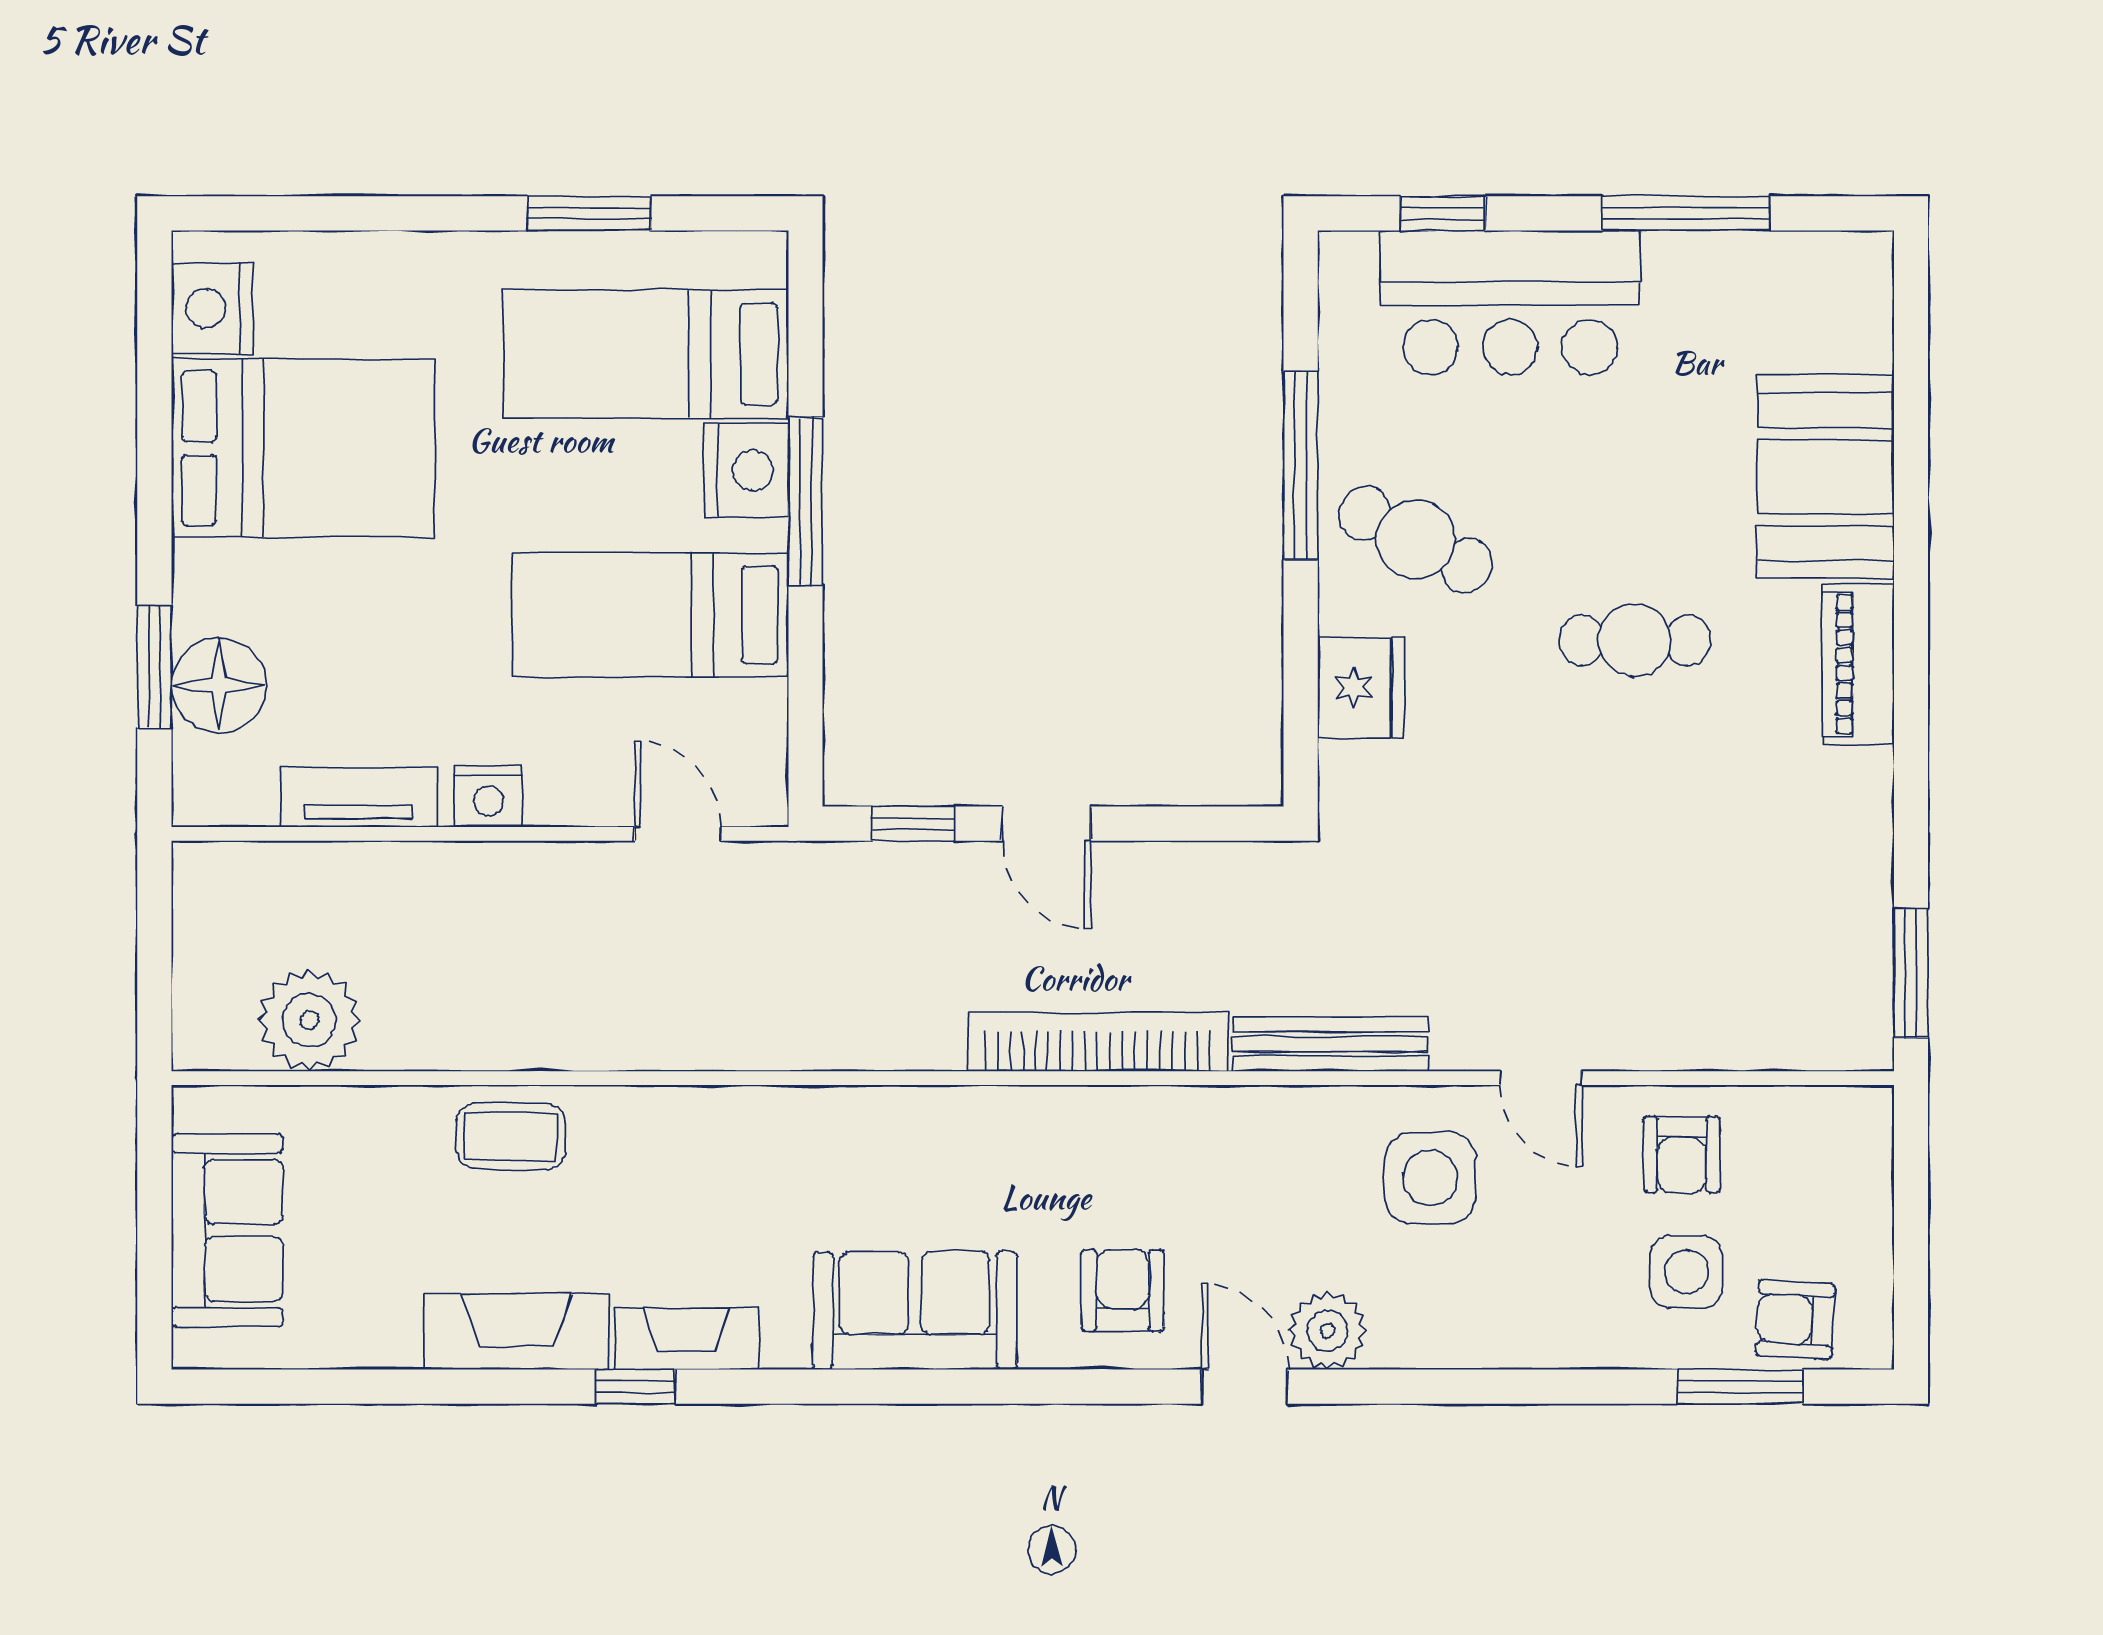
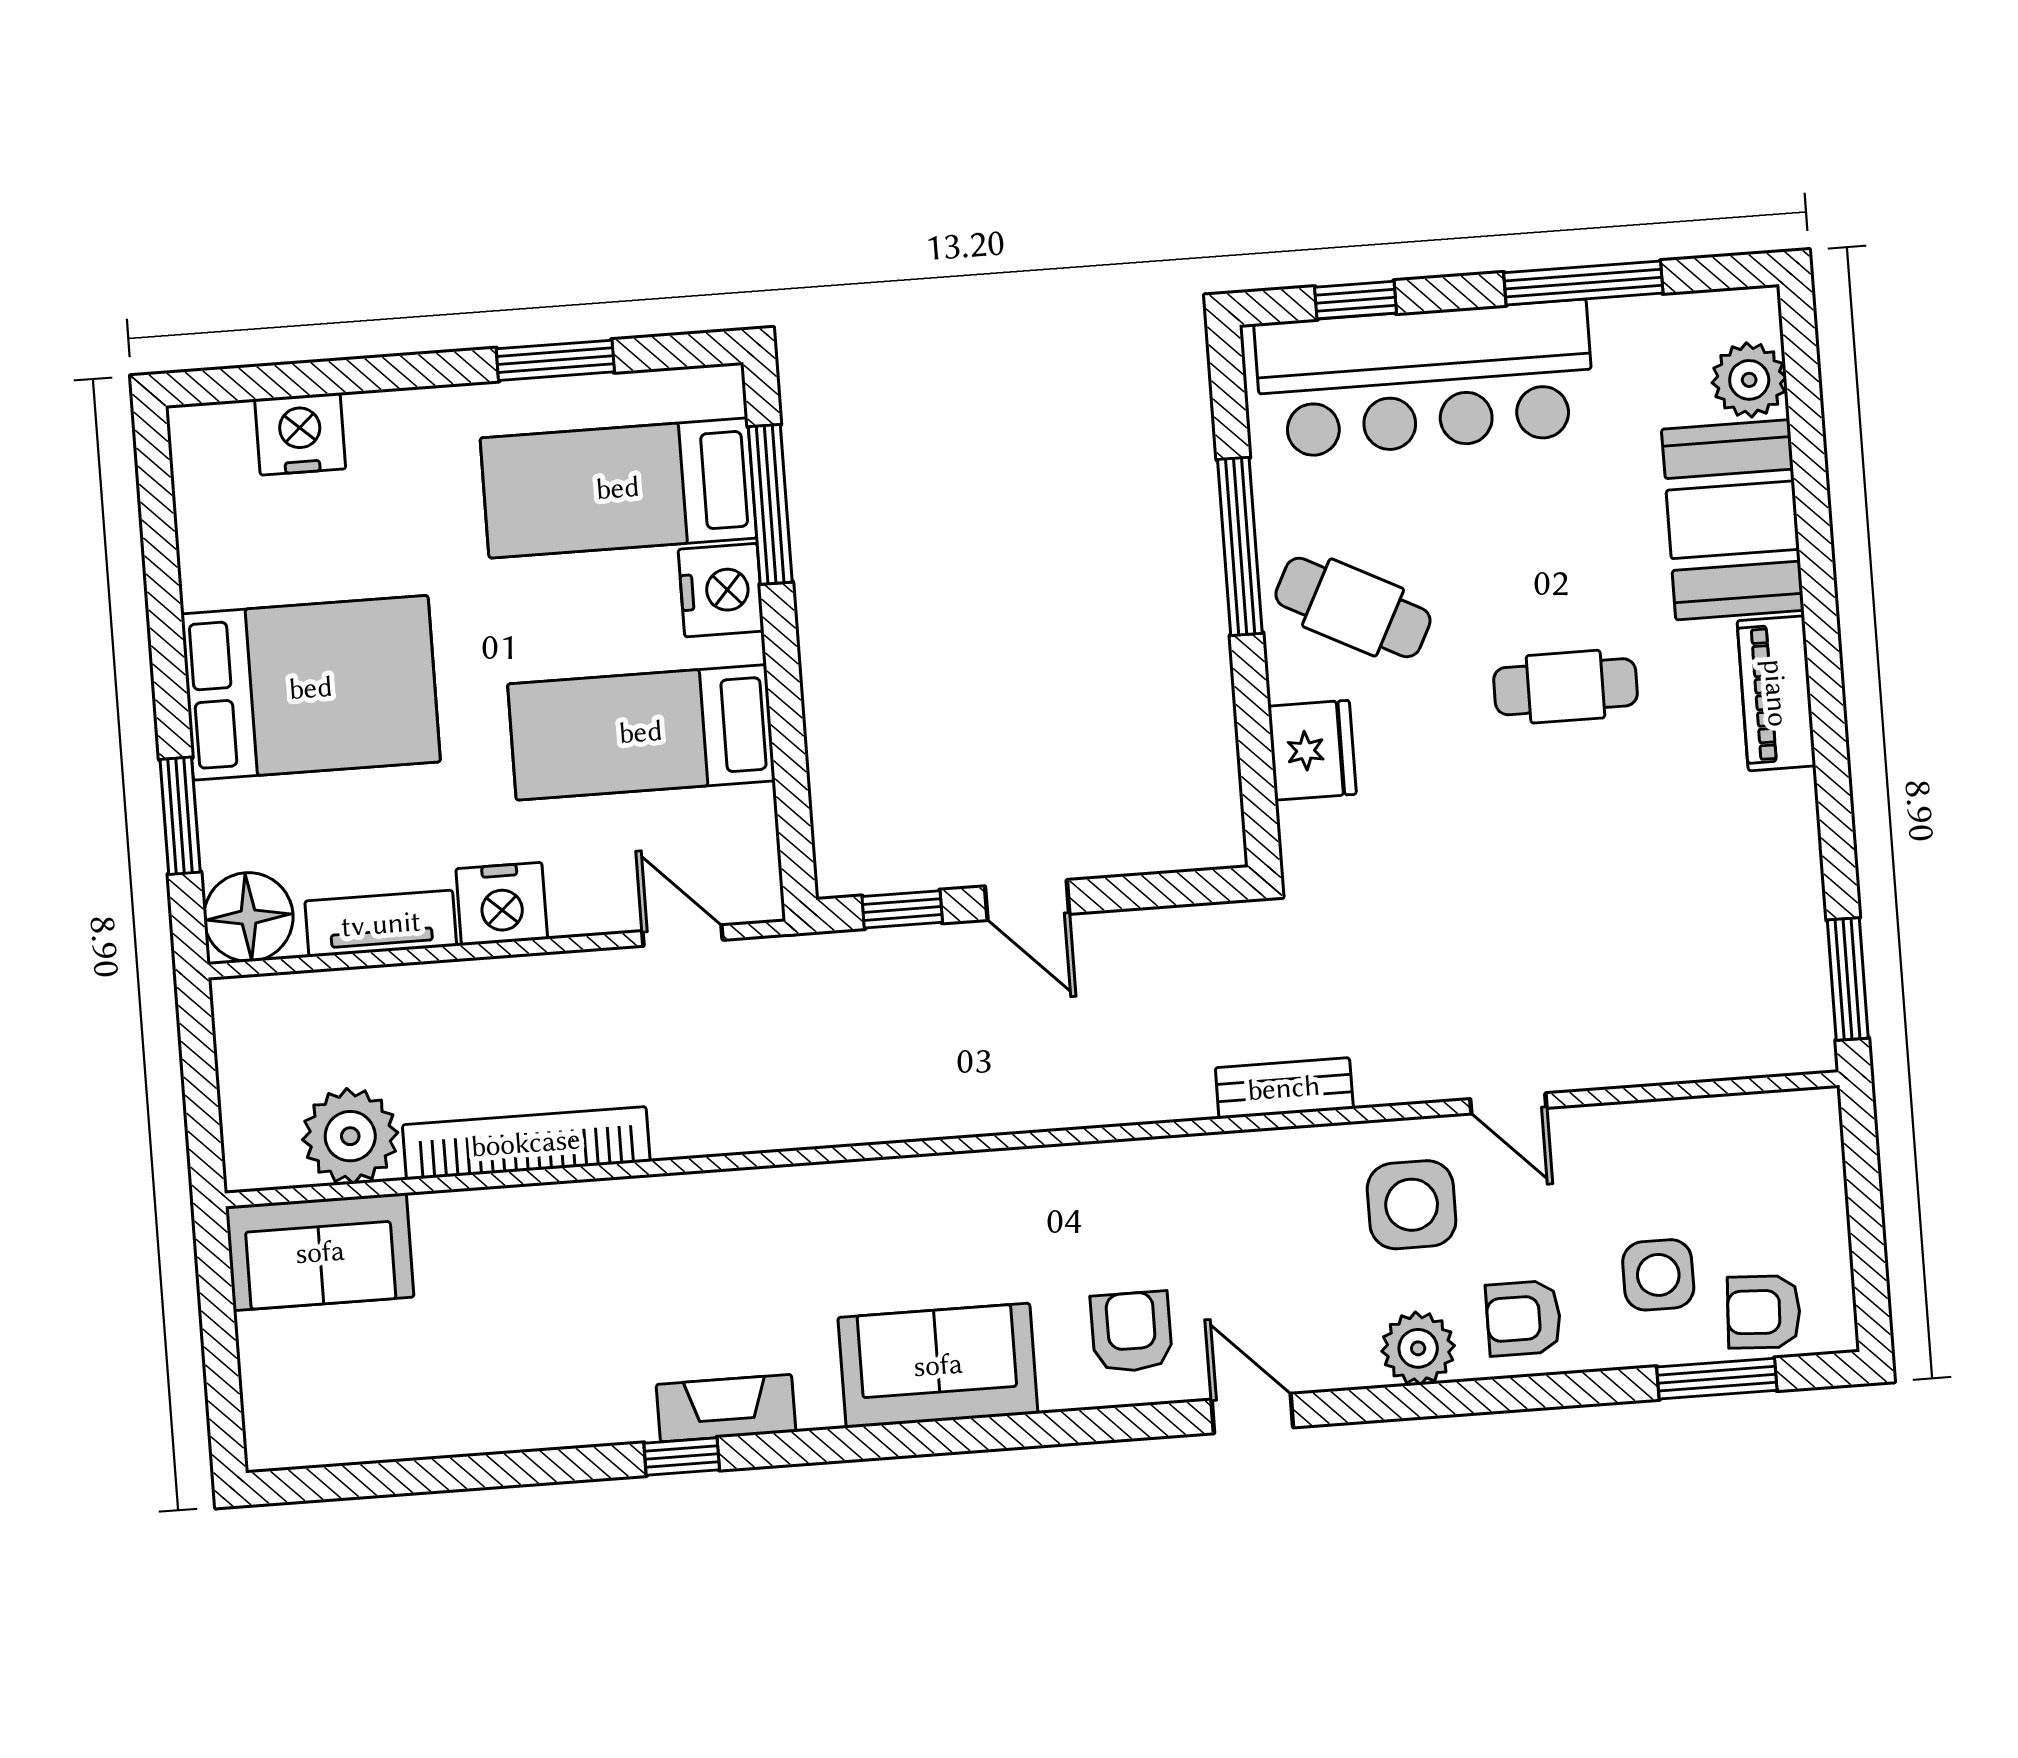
bar counter: (1510, 302) -> (1425, 379), width x1.36
nightstand: (212, 308) -> (300, 434), moved, turned 90
plant: (1854, 329) -> (1749, 380), added
bed: (303, 448) -> (311, 688), moved
window: (805, 502) -> (770, 504), moved
floor lamp: (219, 685) -> (248, 917), moved
nightstand: (489, 796) -> (502, 904), width x1.36, depth x1.33
bookcase: (1097, 1042) -> (526, 1143), moved
bench: (1330, 1044) -> (1284, 1088), width x0.73
coffee table: (511, 1136) -> (547, 1231), removed
armchair: (1682, 1154) -> (1523, 1318), moved, turned 90
sofa: (227, 1230) -> (320, 1252), moved, turned 90
plant: (1328, 1331) -> (1418, 1348), moved
fireplace: (516, 1332) -> (566, 1413), removed

